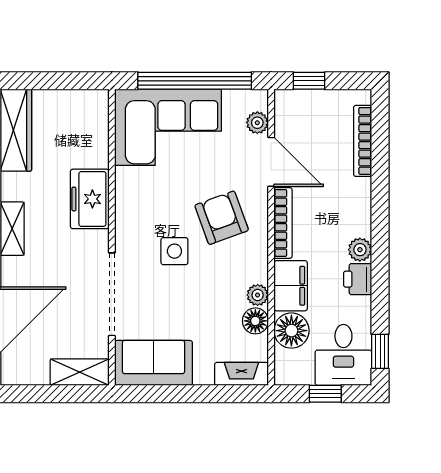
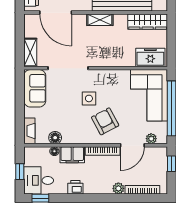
freezer: (90, 199) -> (150, 57), moved
armchair: (222, 218) -> (105, 121), turned -98
plant: (360, 250) -> (118, 188), moved
plant: (258, 295) -> (68, 139), removed
floor lamp: (291, 331) -> (54, 151), width x0.53, depth x0.53

